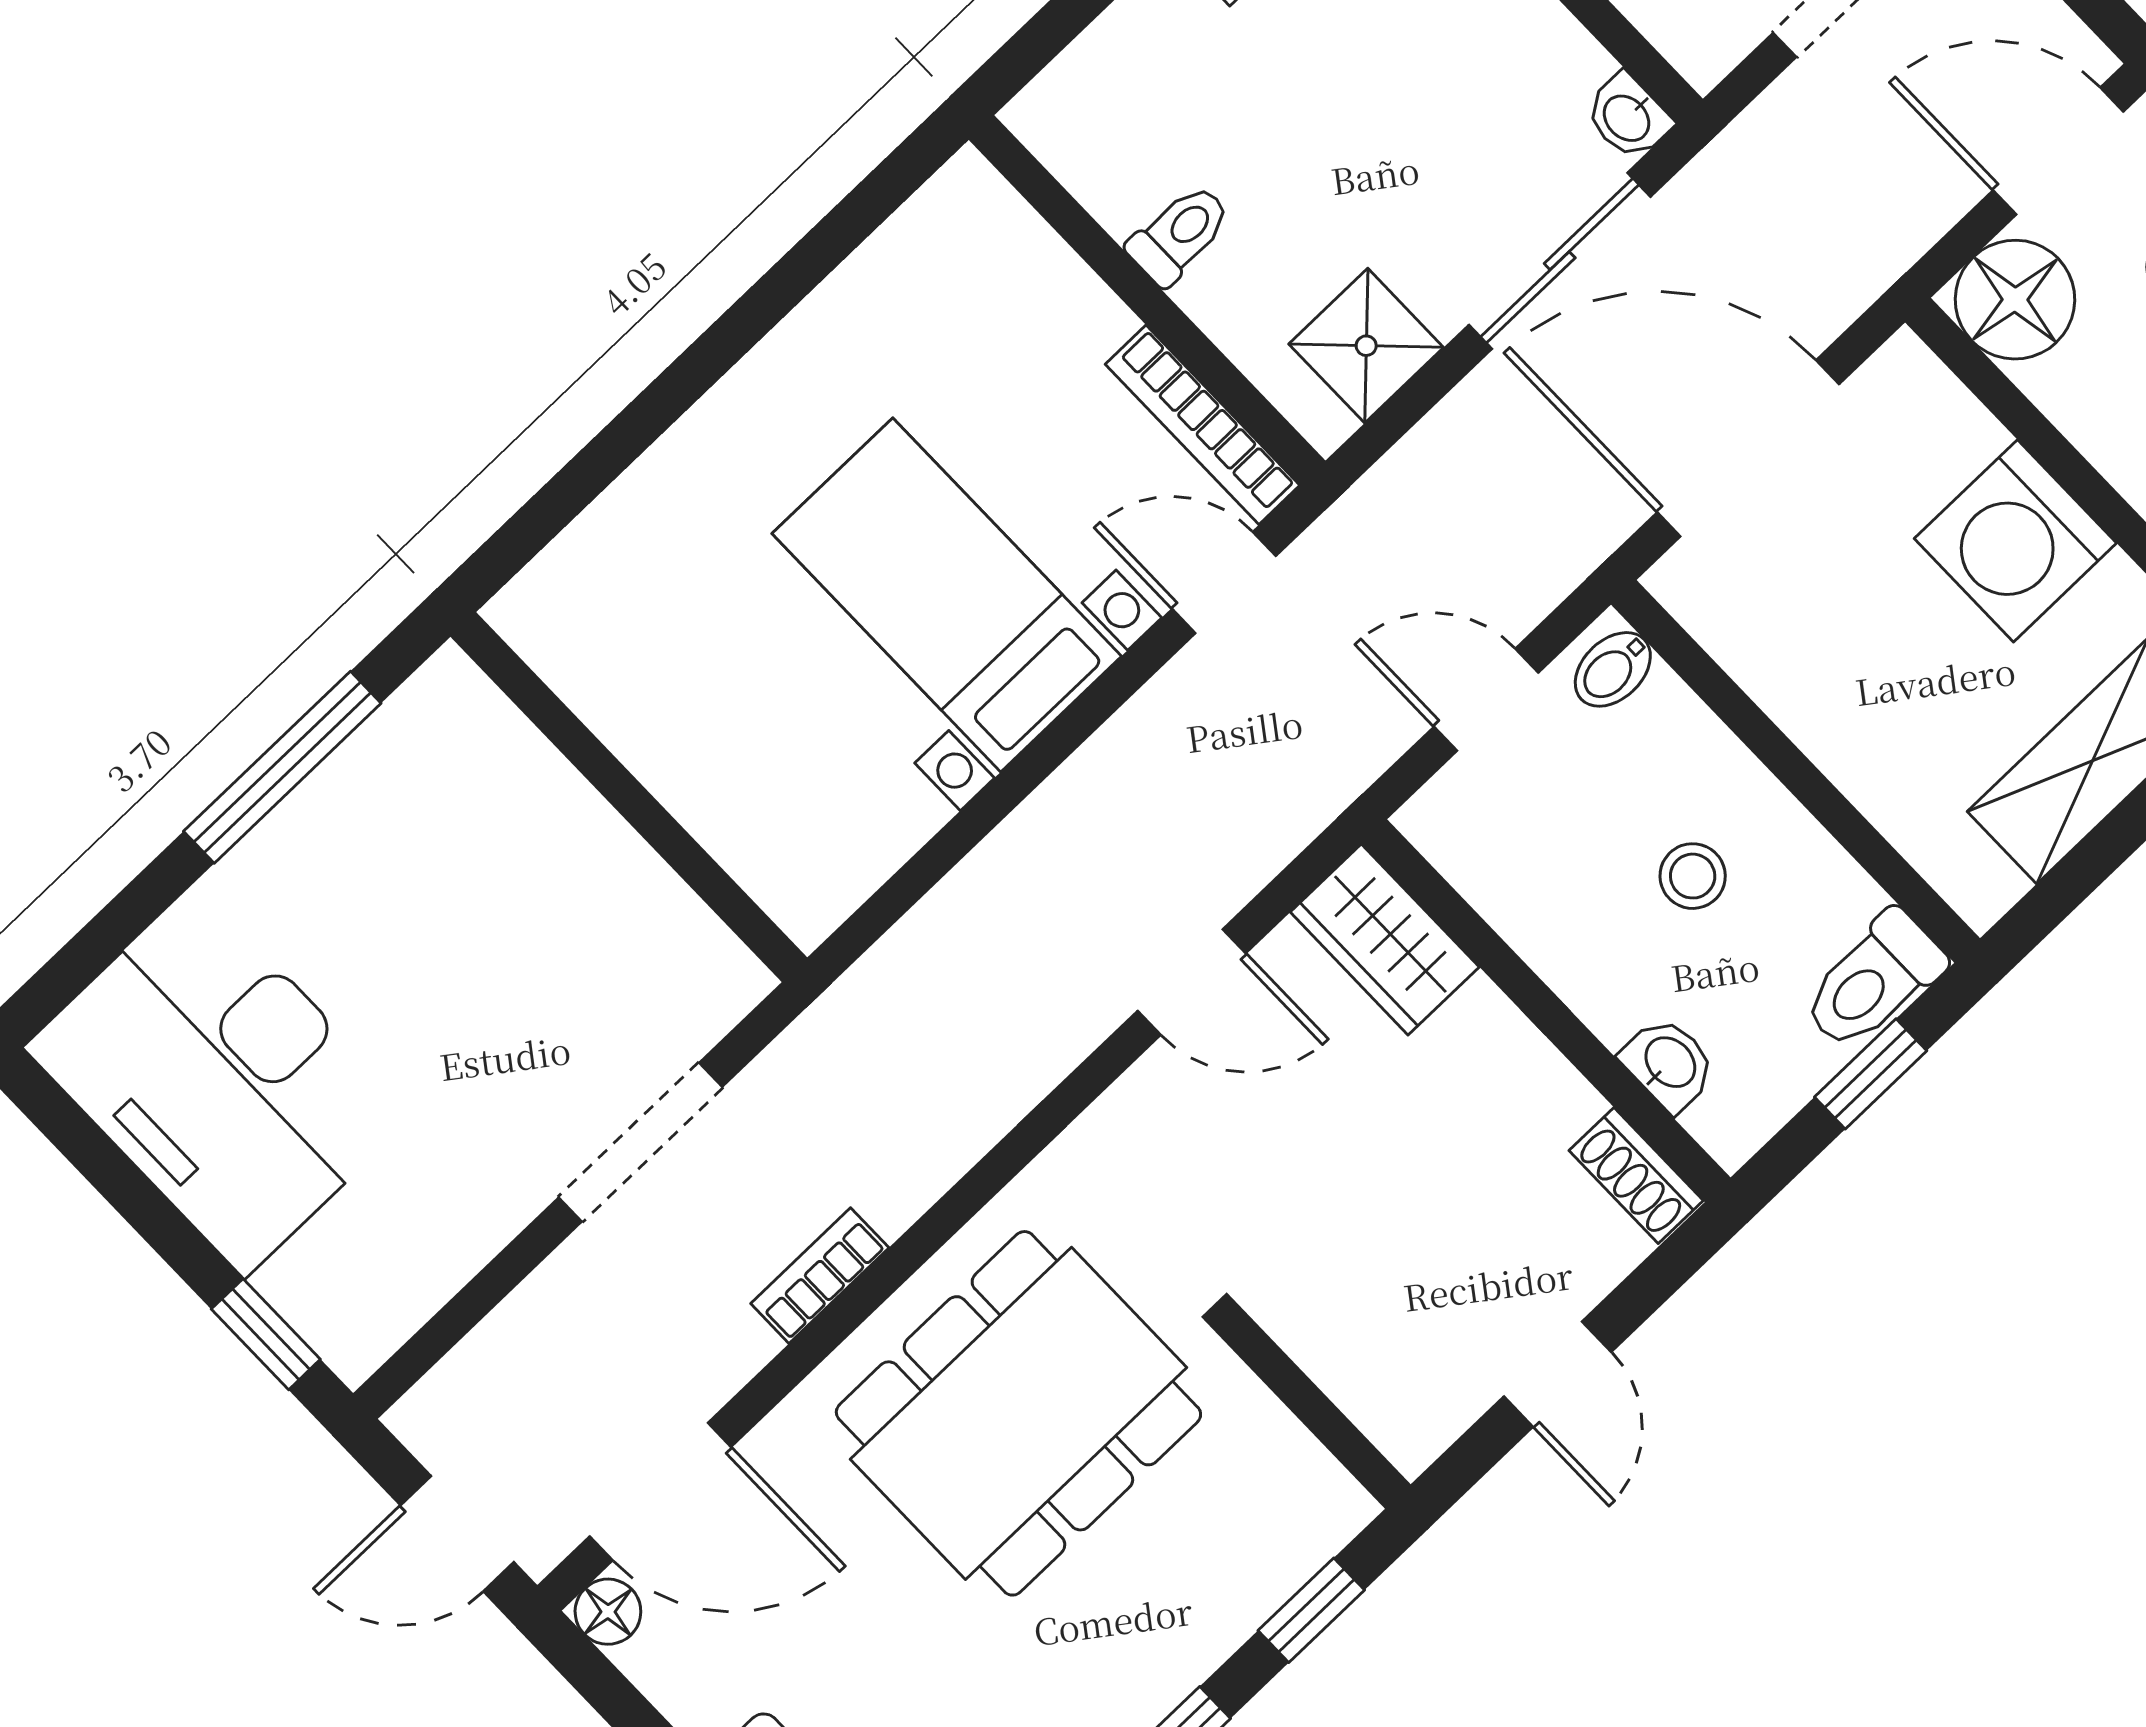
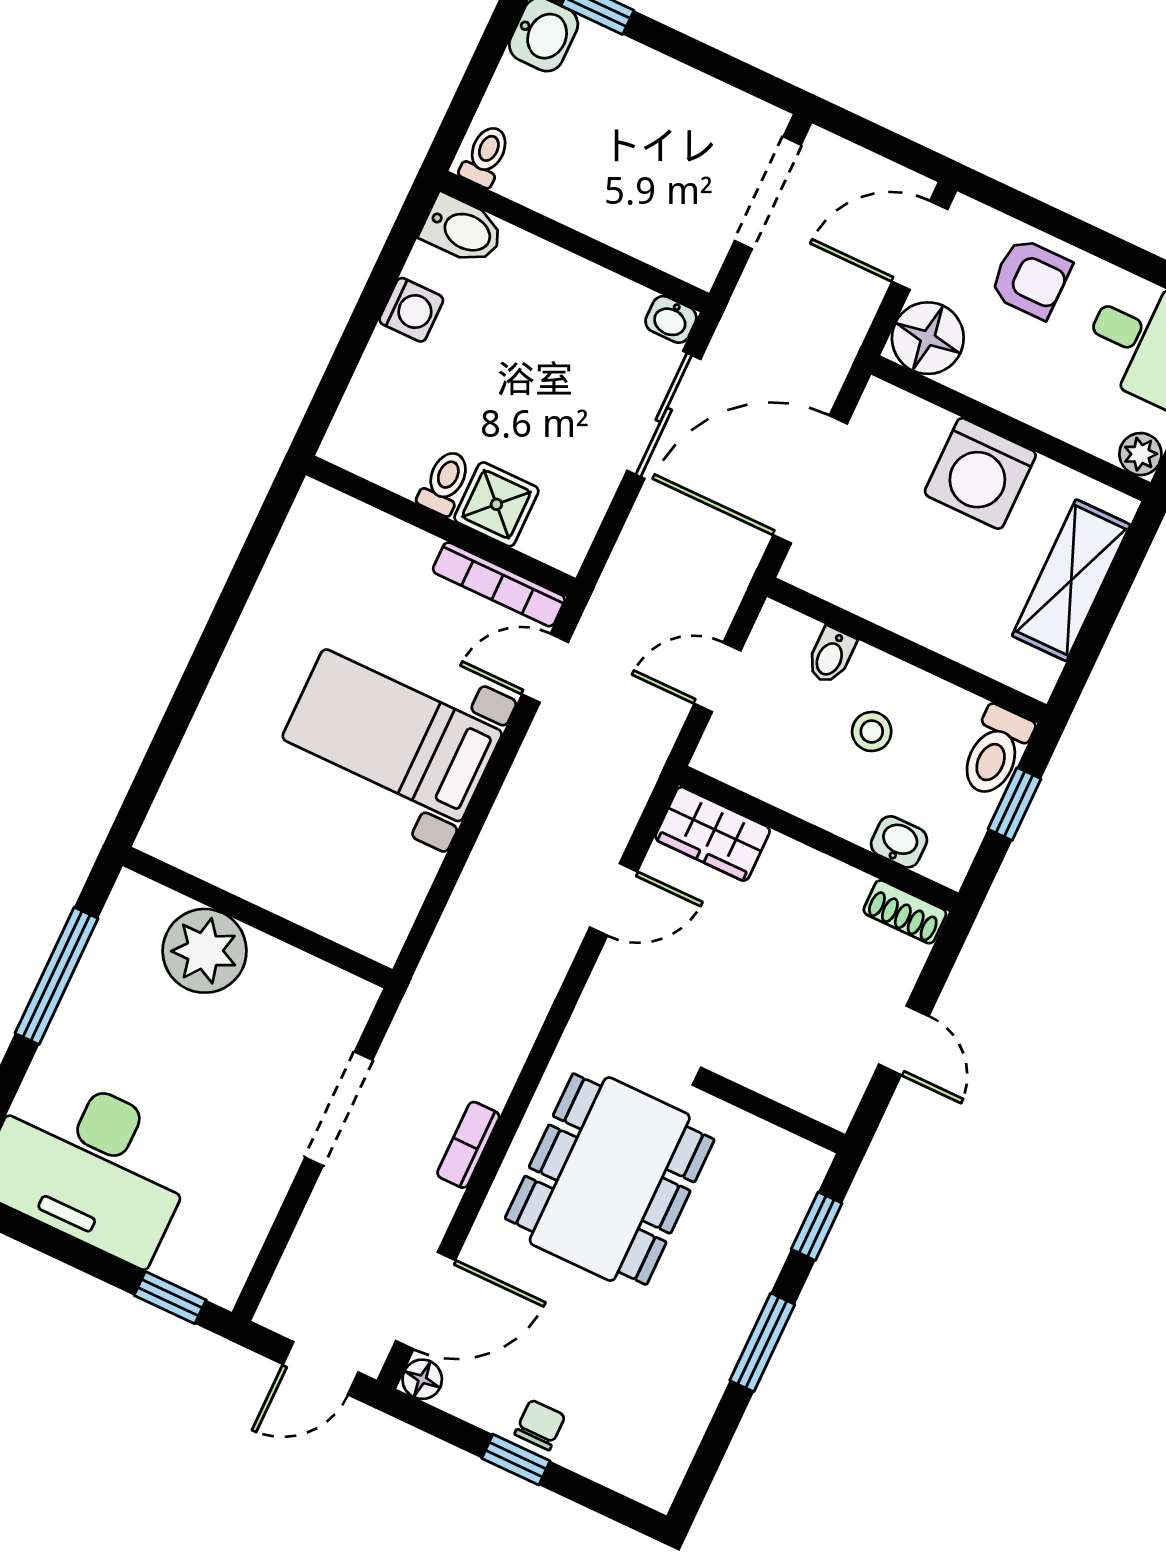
shower: (1366, 346) -> (496, 504), moved
bidet: (1613, 669) -> (831, 656), moved
plant: (527, 817) -> (205, 951), added

